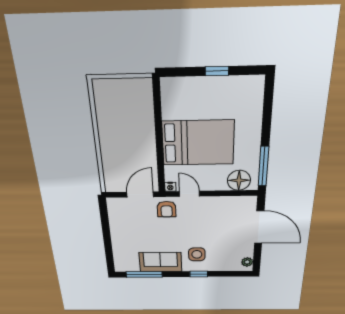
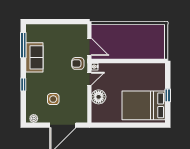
bed: (198, 143) -> (144, 105), moved, turned 90
window: (263, 166) -> (108, 125), removed
floor lamp: (239, 180) -> (99, 97), moved
side table: (197, 254) -> (53, 99), moved

